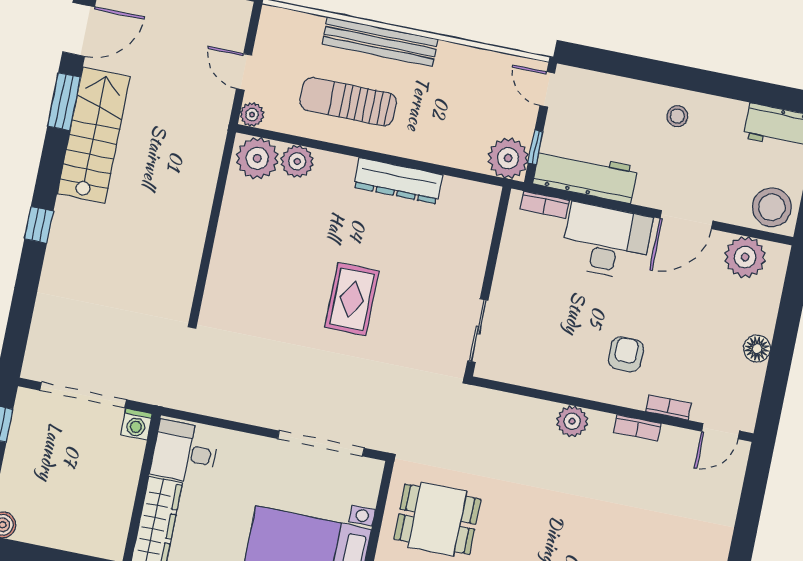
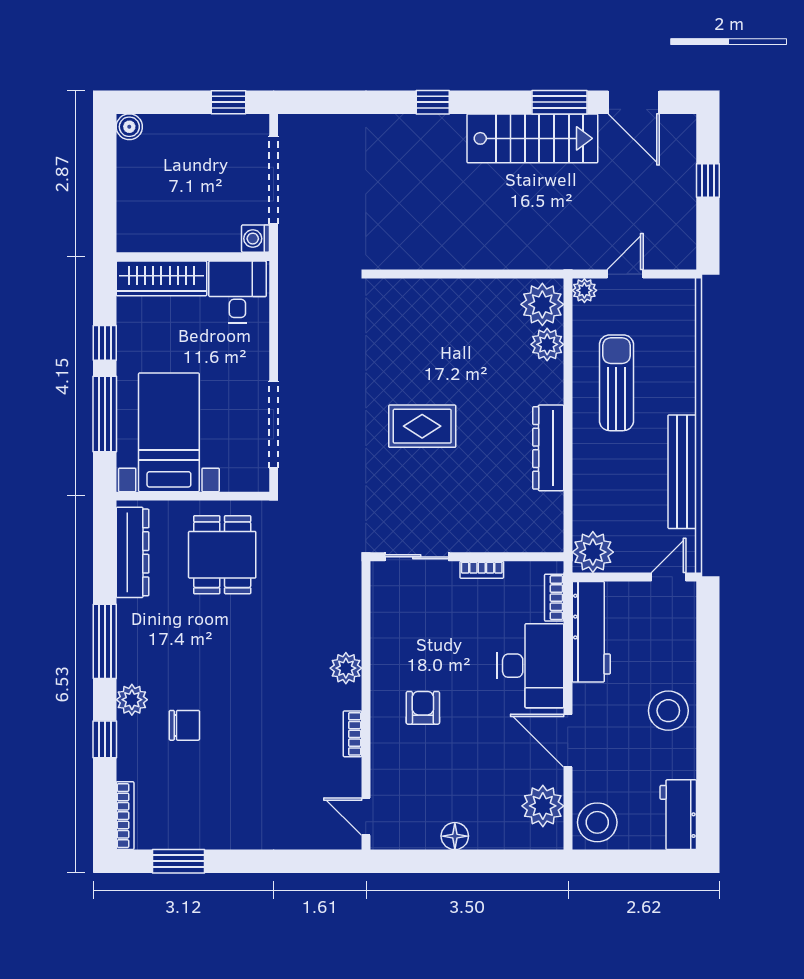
bench: (380, 42) -> (682, 472), moved
stool: (677, 116) -> (668, 711), width x1.89, depth x1.89
window: (536, 147) -> (609, 577), removed
armchair: (626, 354) -> (423, 708), turned -90
bookcase: (668, 407) -> (482, 570), moved, turned 90

